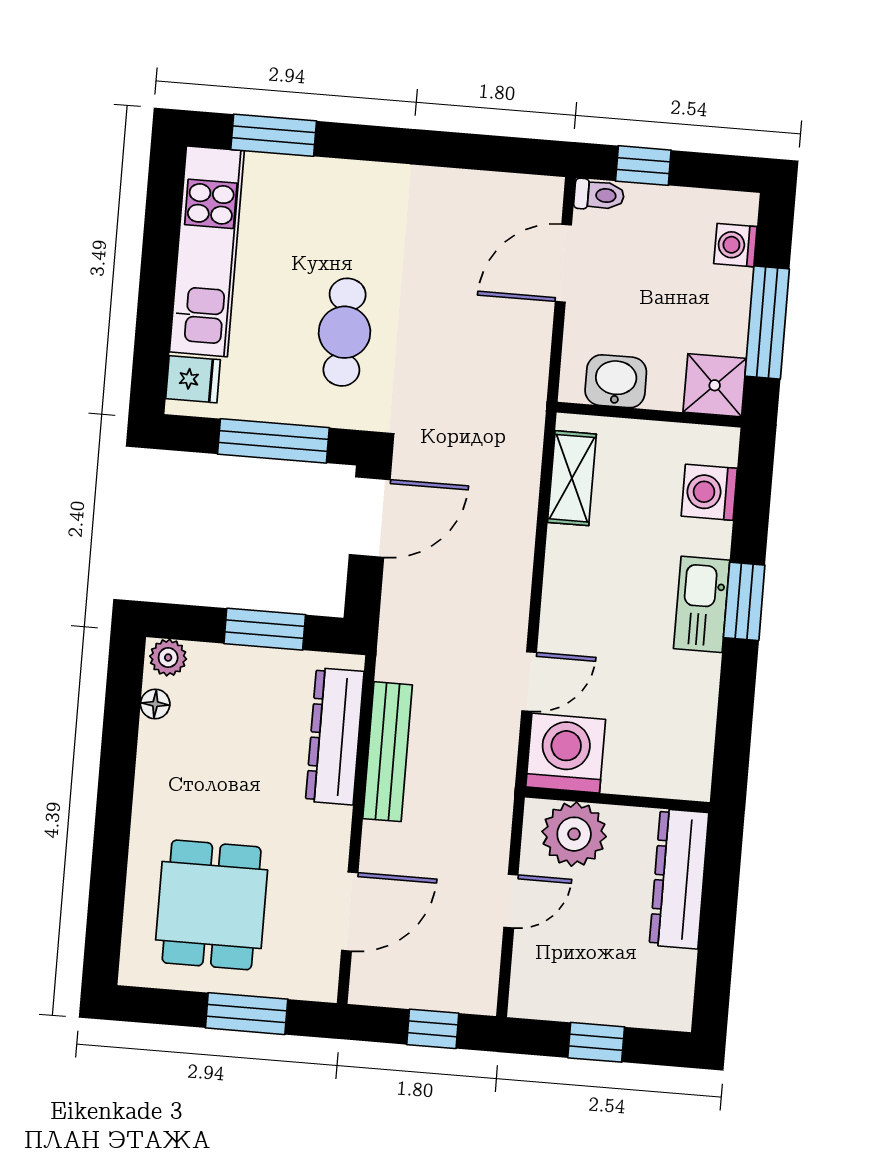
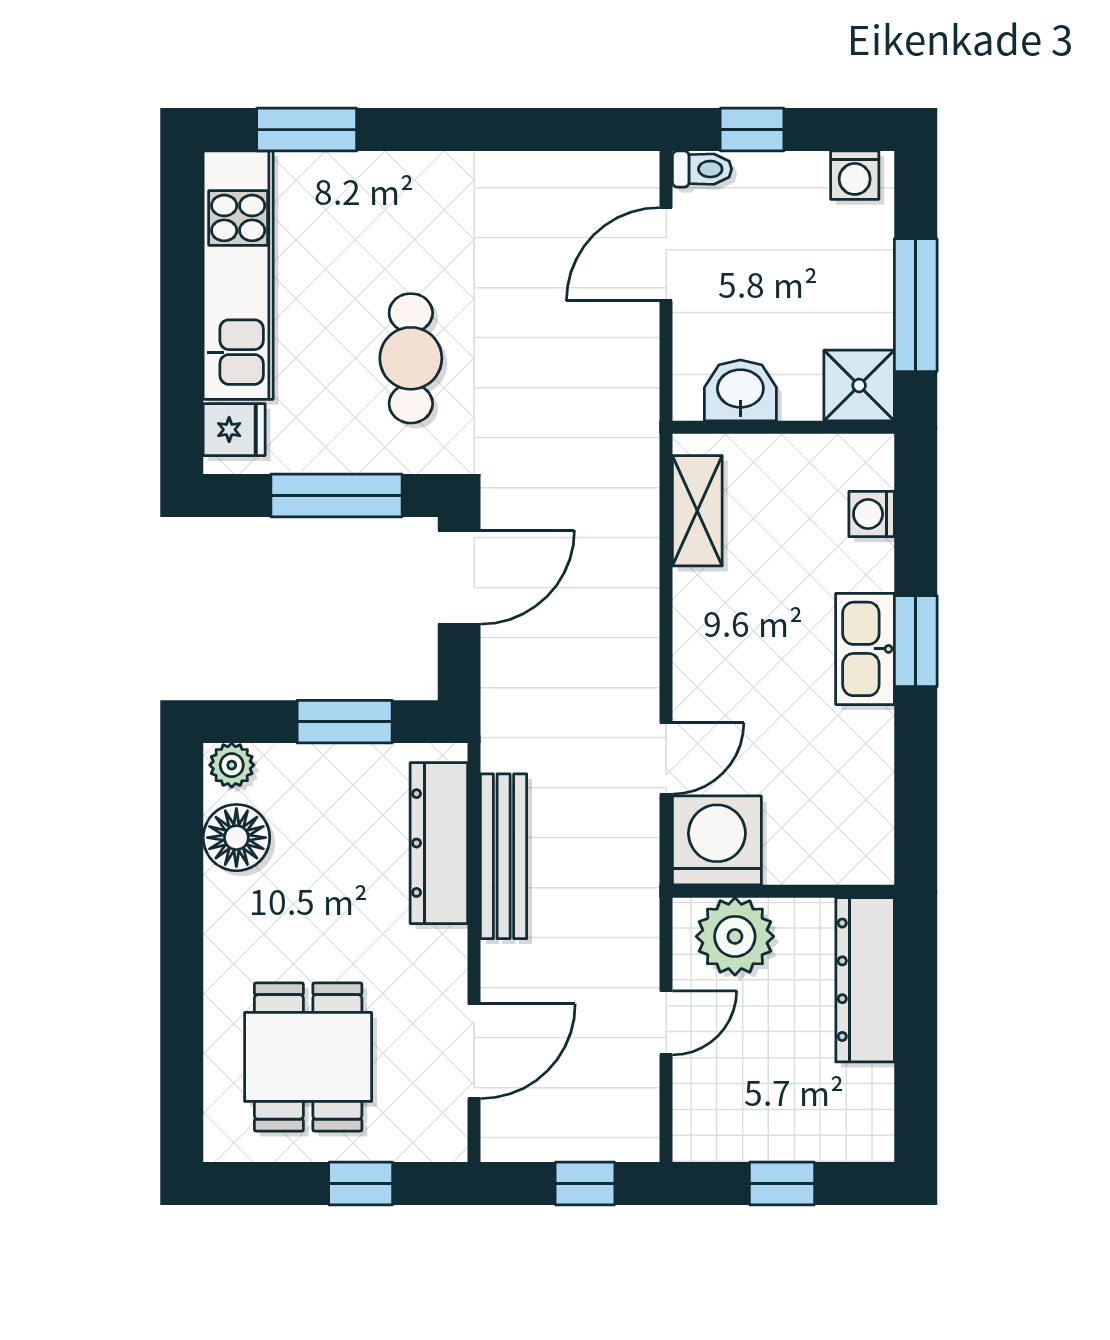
washing machine: (735, 245) -> (855, 175), moved, turned -90
washing machine: (709, 492) -> (872, 514), width x0.73, depth x0.73
floor lamp: (155, 704) -> (236, 838), width x1.89, depth x1.89
window: (247, 1014) -> (361, 1183), width x0.67

